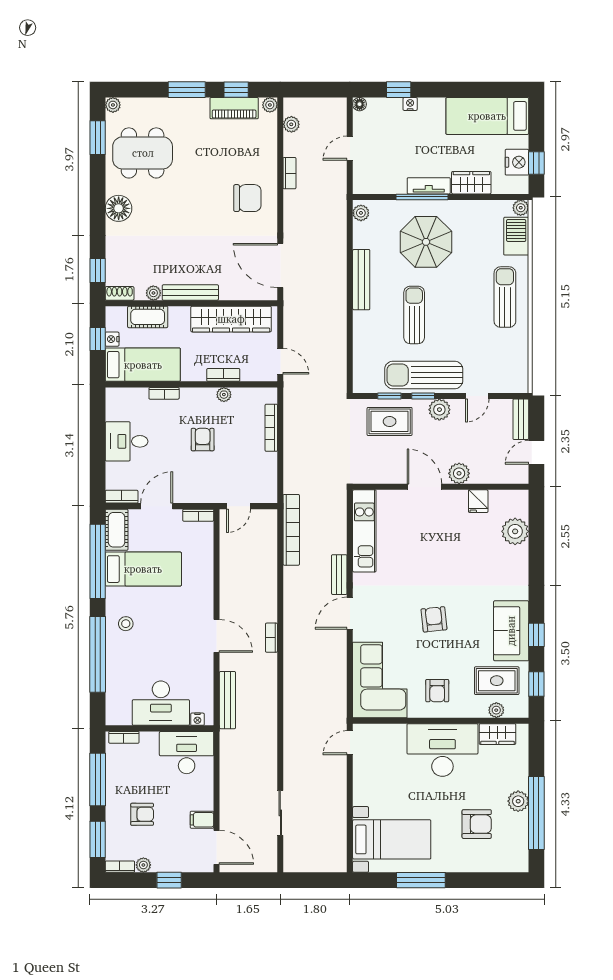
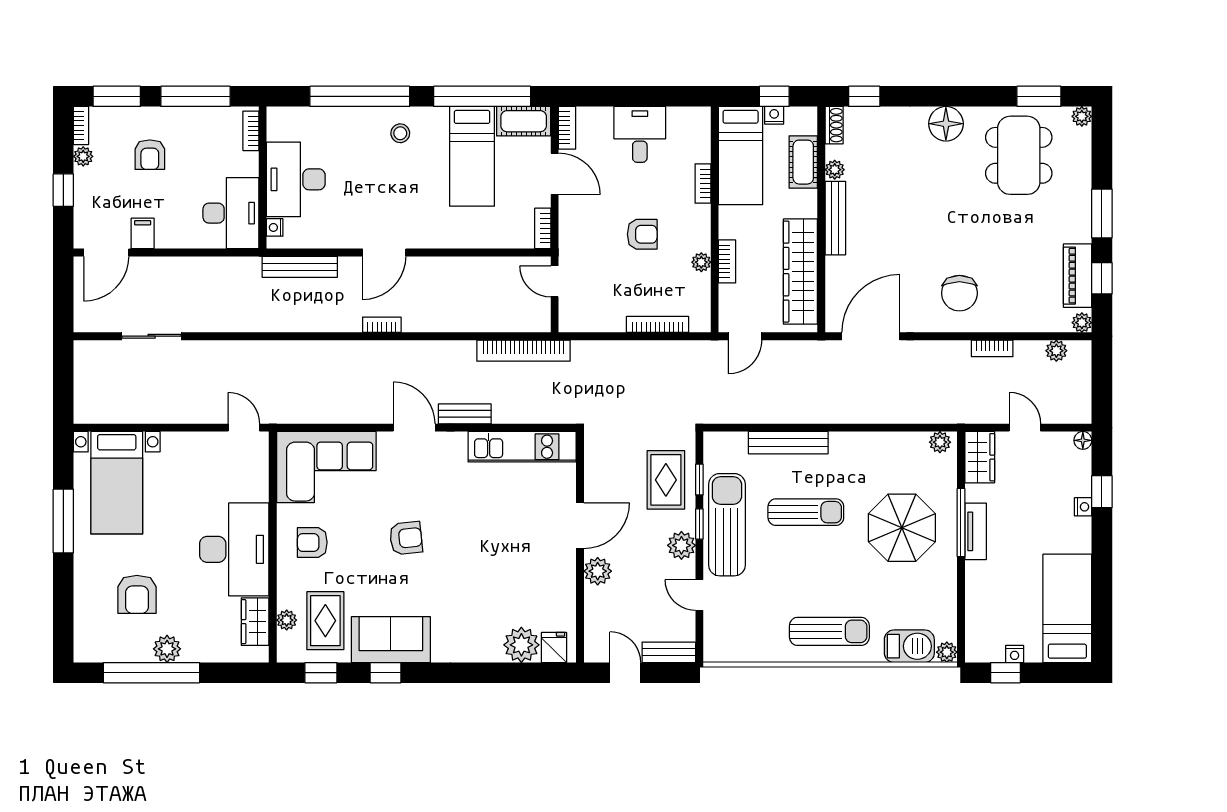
nightstand: (517, 162) -> (1015, 654), width x0.53, depth x0.56
wardrobe: (471, 183) -> (980, 457), moved
bench: (361, 280) -> (788, 443), moved
fridge: (478, 501) -> (554, 647), moved, turned 90

